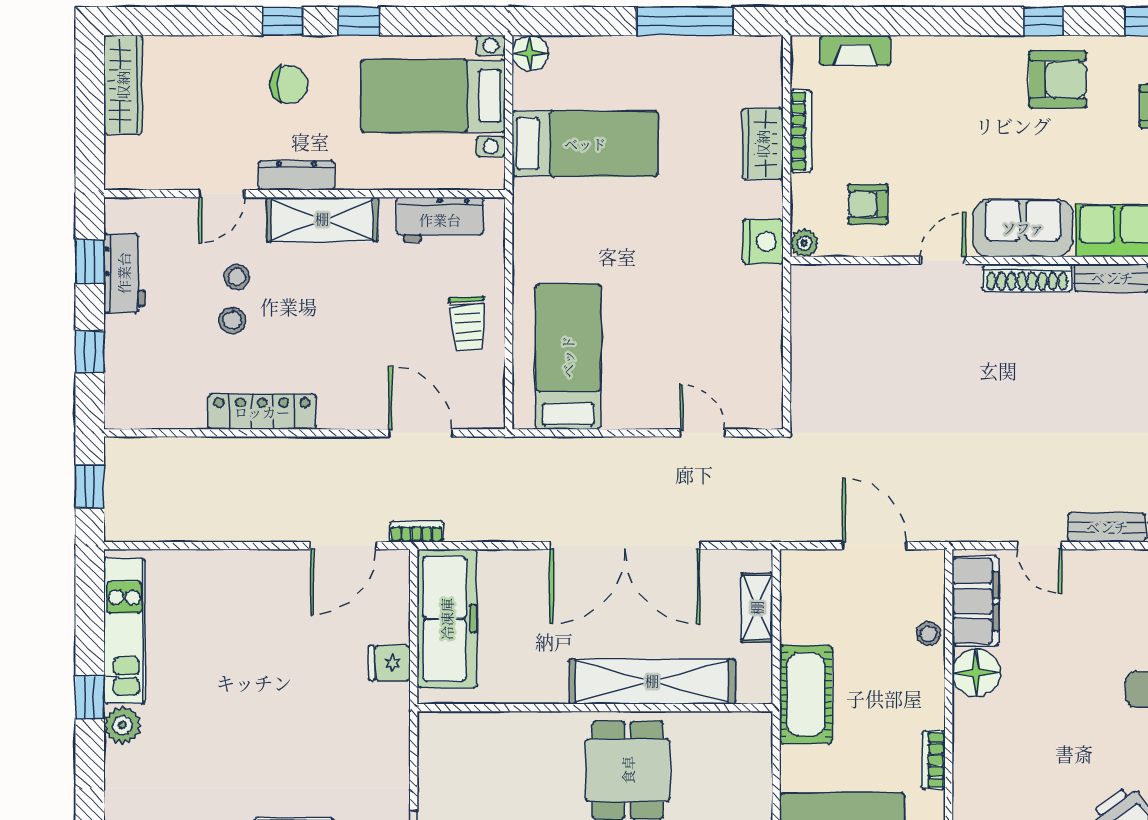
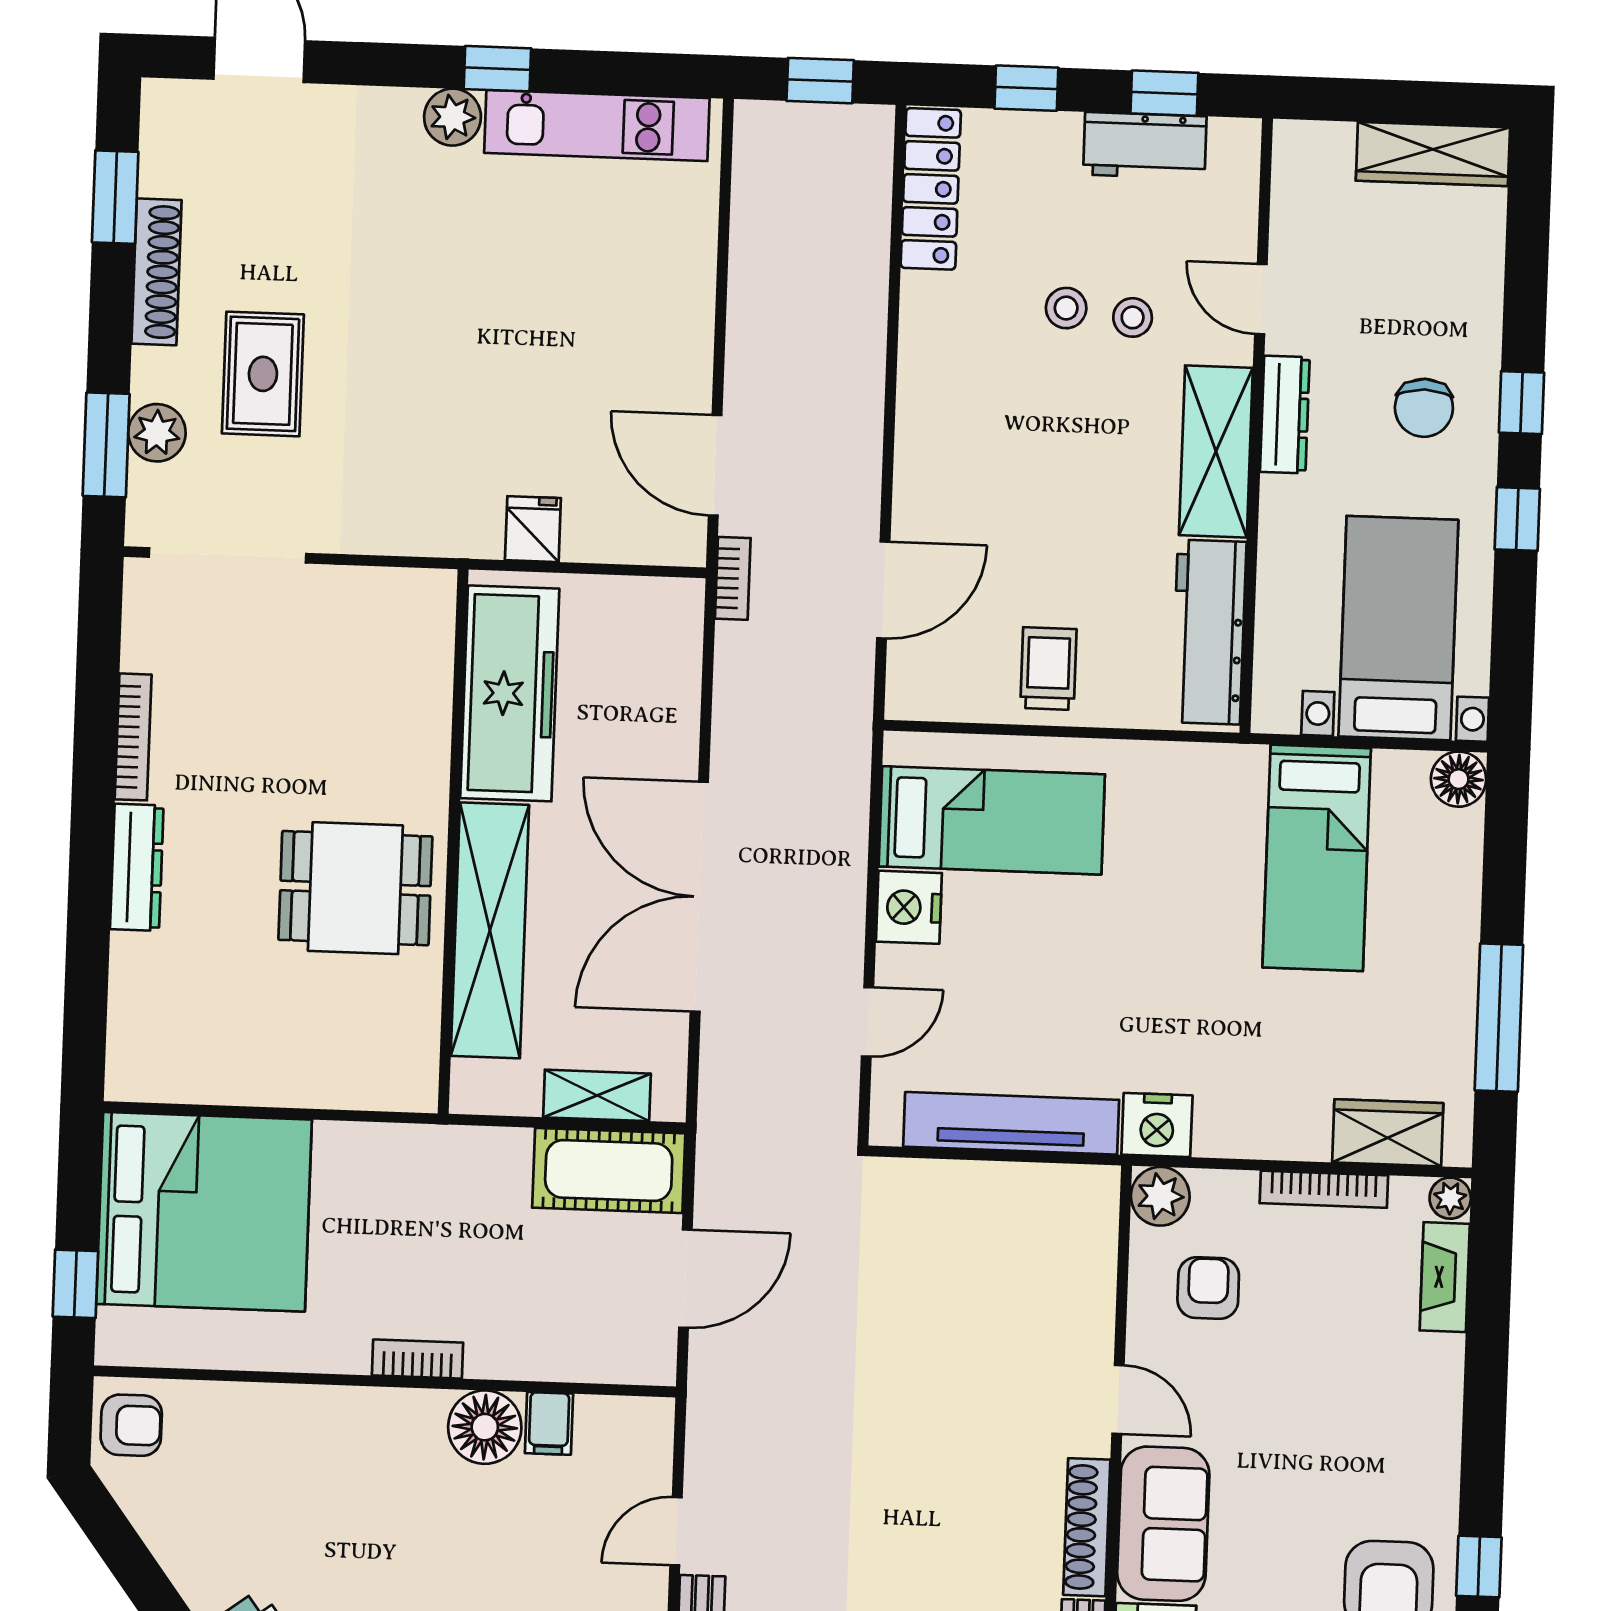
plant: (804, 49) -> (1450, 1198), added
wardrobe: (763, 144) -> (1388, 1133), moved
workbench: (440, 220) -> (1209, 632), width x1.38
plant: (804, 243) -> (1160, 1196), width x1.38, depth x1.38
trolley: (468, 323) -> (1048, 669), turned 94
tv unit: (765, 337) -> (1011, 1123), added
nightstand: (627, 409) -> (909, 907), added
locker: (262, 412) -> (931, 189), moved
filing cabinet: (975, 601) -> (549, 1423), width x0.33, depth x0.86
freezer: (447, 619) -> (510, 693), moved, turned -90
stool: (929, 634) -> (547, 1356), removed
cot: (806, 694) -> (609, 1171), moved
bookcase: (933, 760) -> (417, 1359), moved

